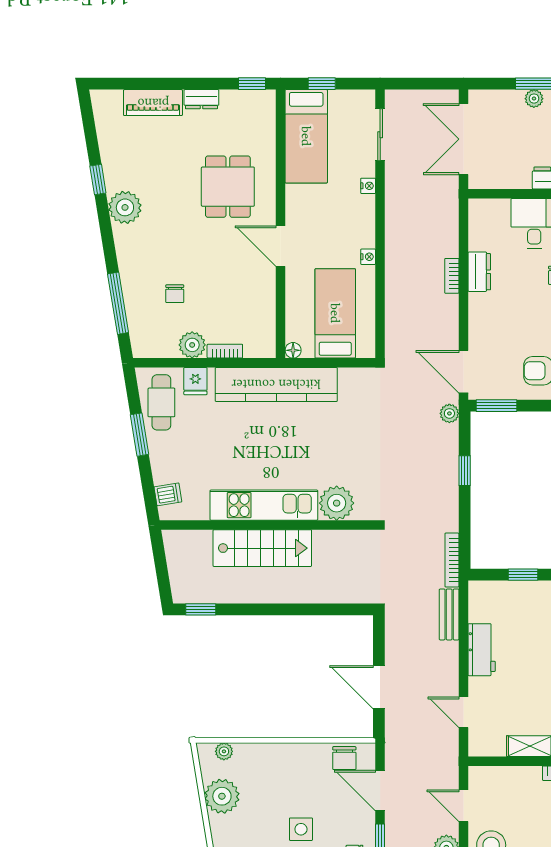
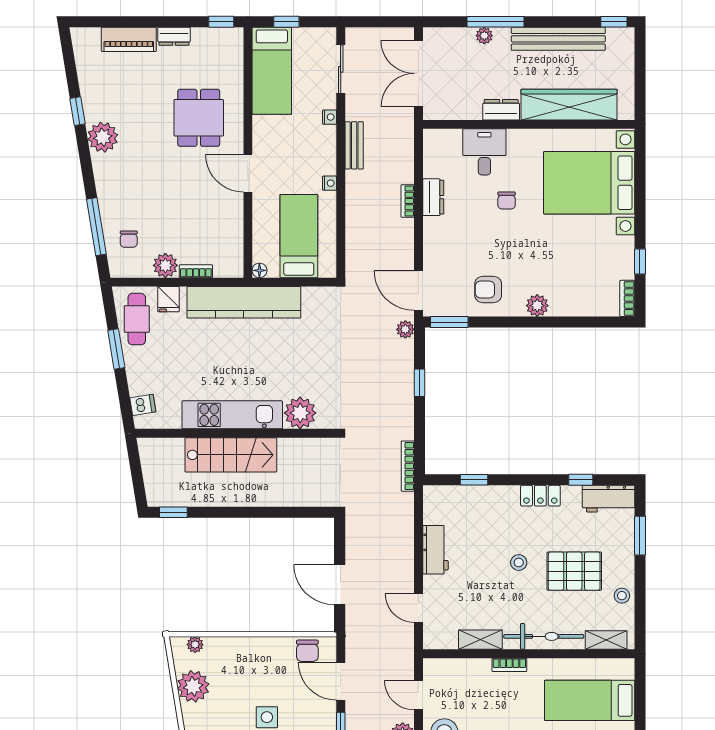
chair: (175, 294) -> (129, 239), moved
bench: (449, 614) -> (354, 145), moved

